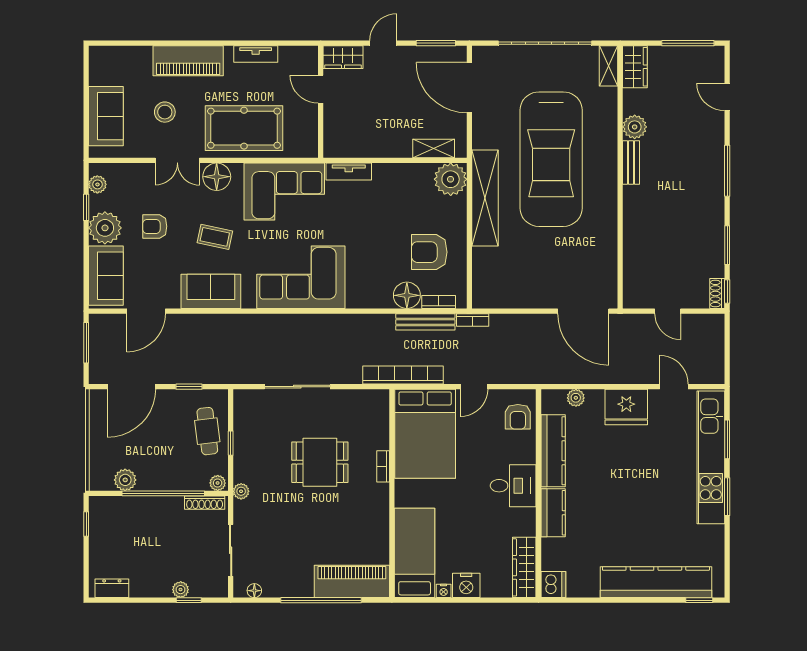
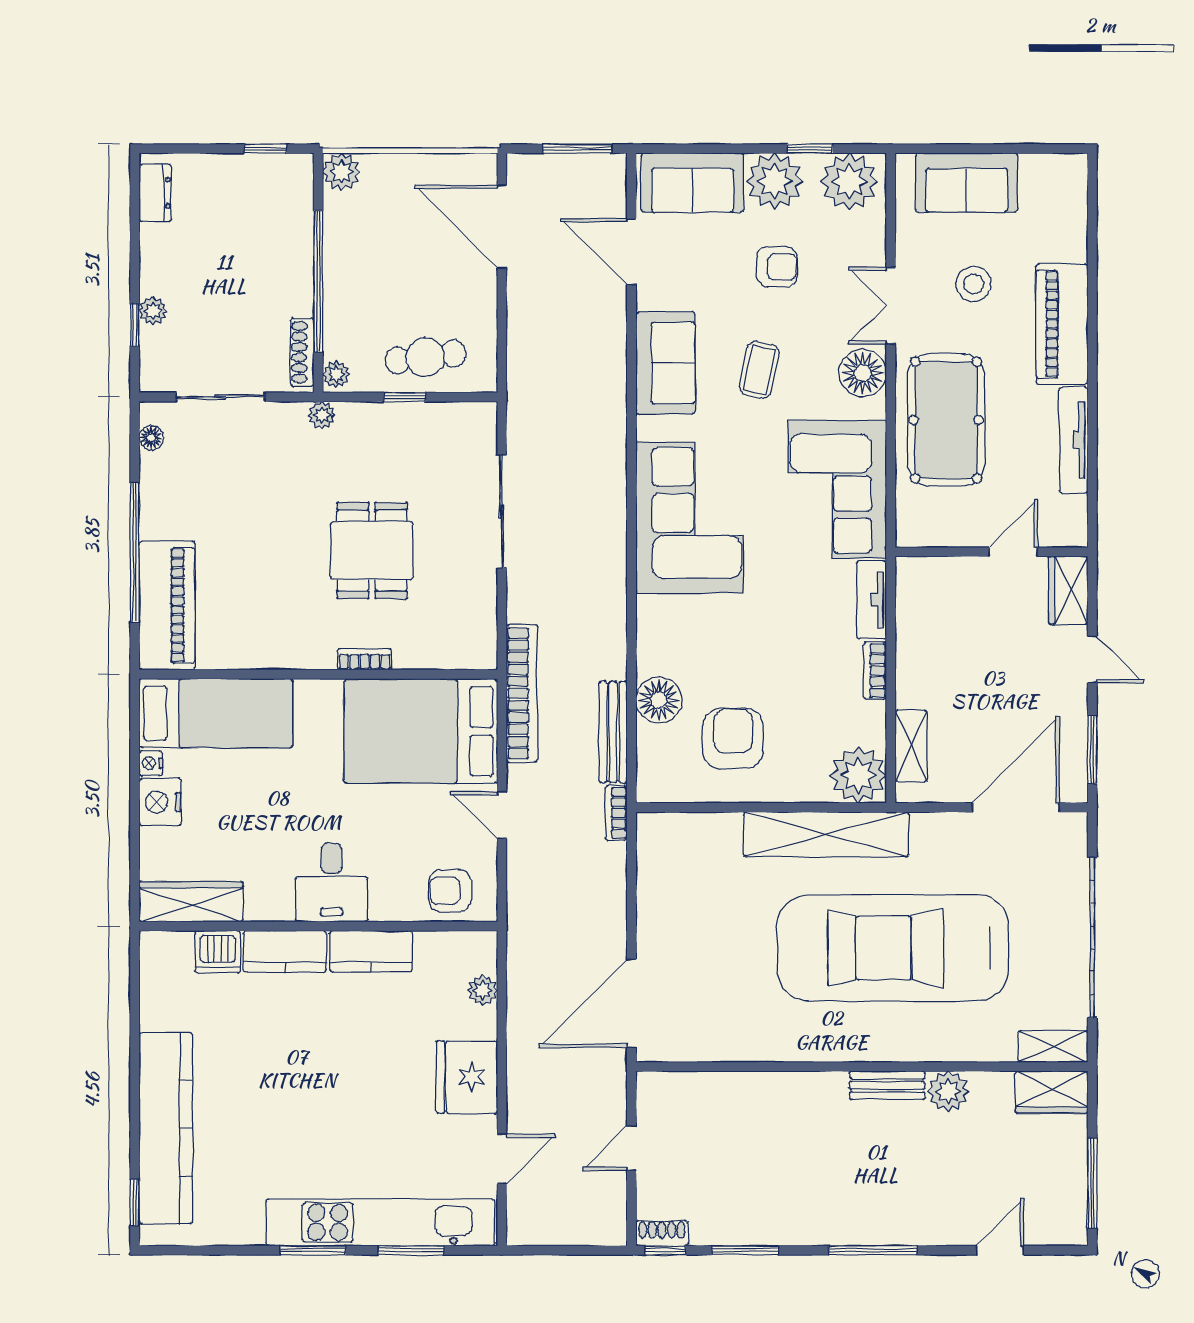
tv unit: (256, 54) -> (1074, 440), width x1.41
plant: (97, 184) -> (849, 182), width x1.87, depth x1.87
armchair: (155, 226) -> (777, 267), turned 90
bookcase: (439, 302) -> (875, 671), moved, turned 180
window: (189, 387) -> (502, 326), removed
kitchen counter: (553, 451) -> (371, 951), width x0.67
plant: (125, 480) -> (341, 172), moved
dishwasher: (553, 584) -> (218, 952), moved

